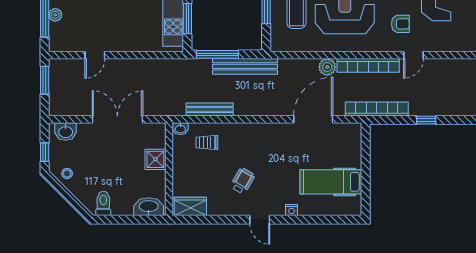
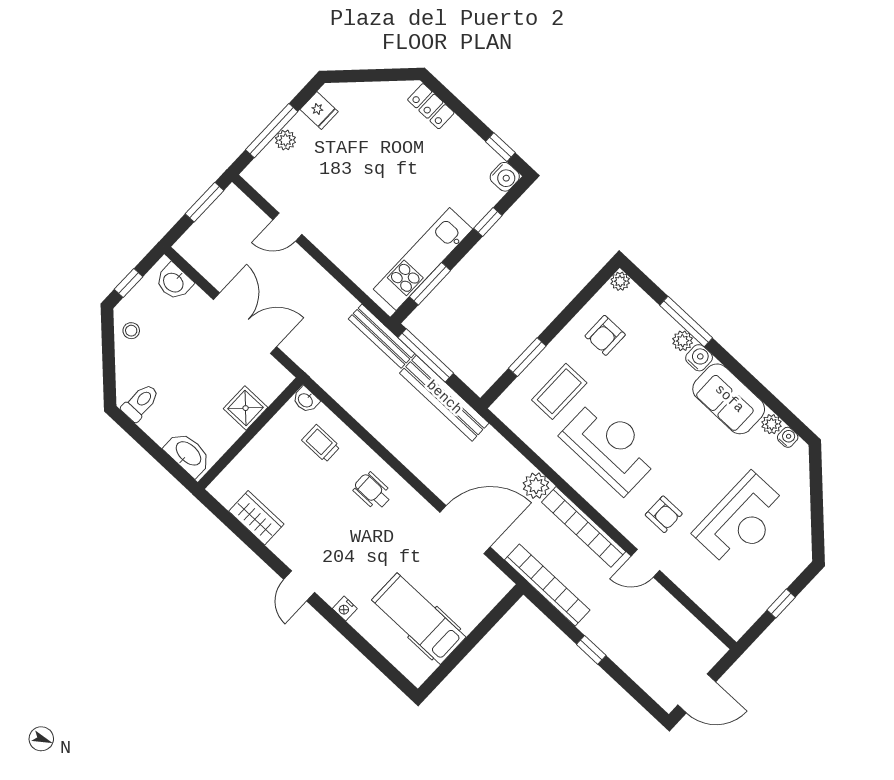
bench: (210, 110) -> (382, 336), moved
wheelchair: (243, 181) -> (372, 491), moved, turned -120
wardrobe: (190, 206) -> (256, 518), moved

